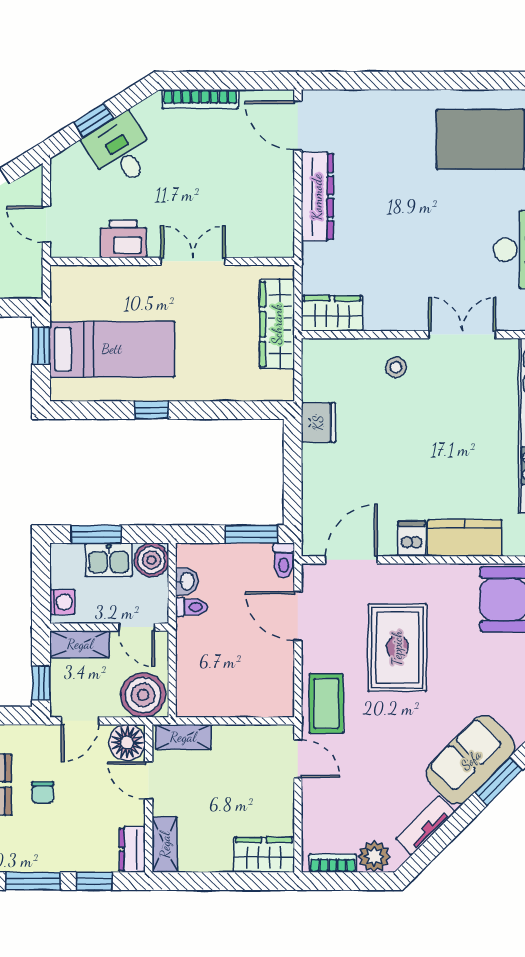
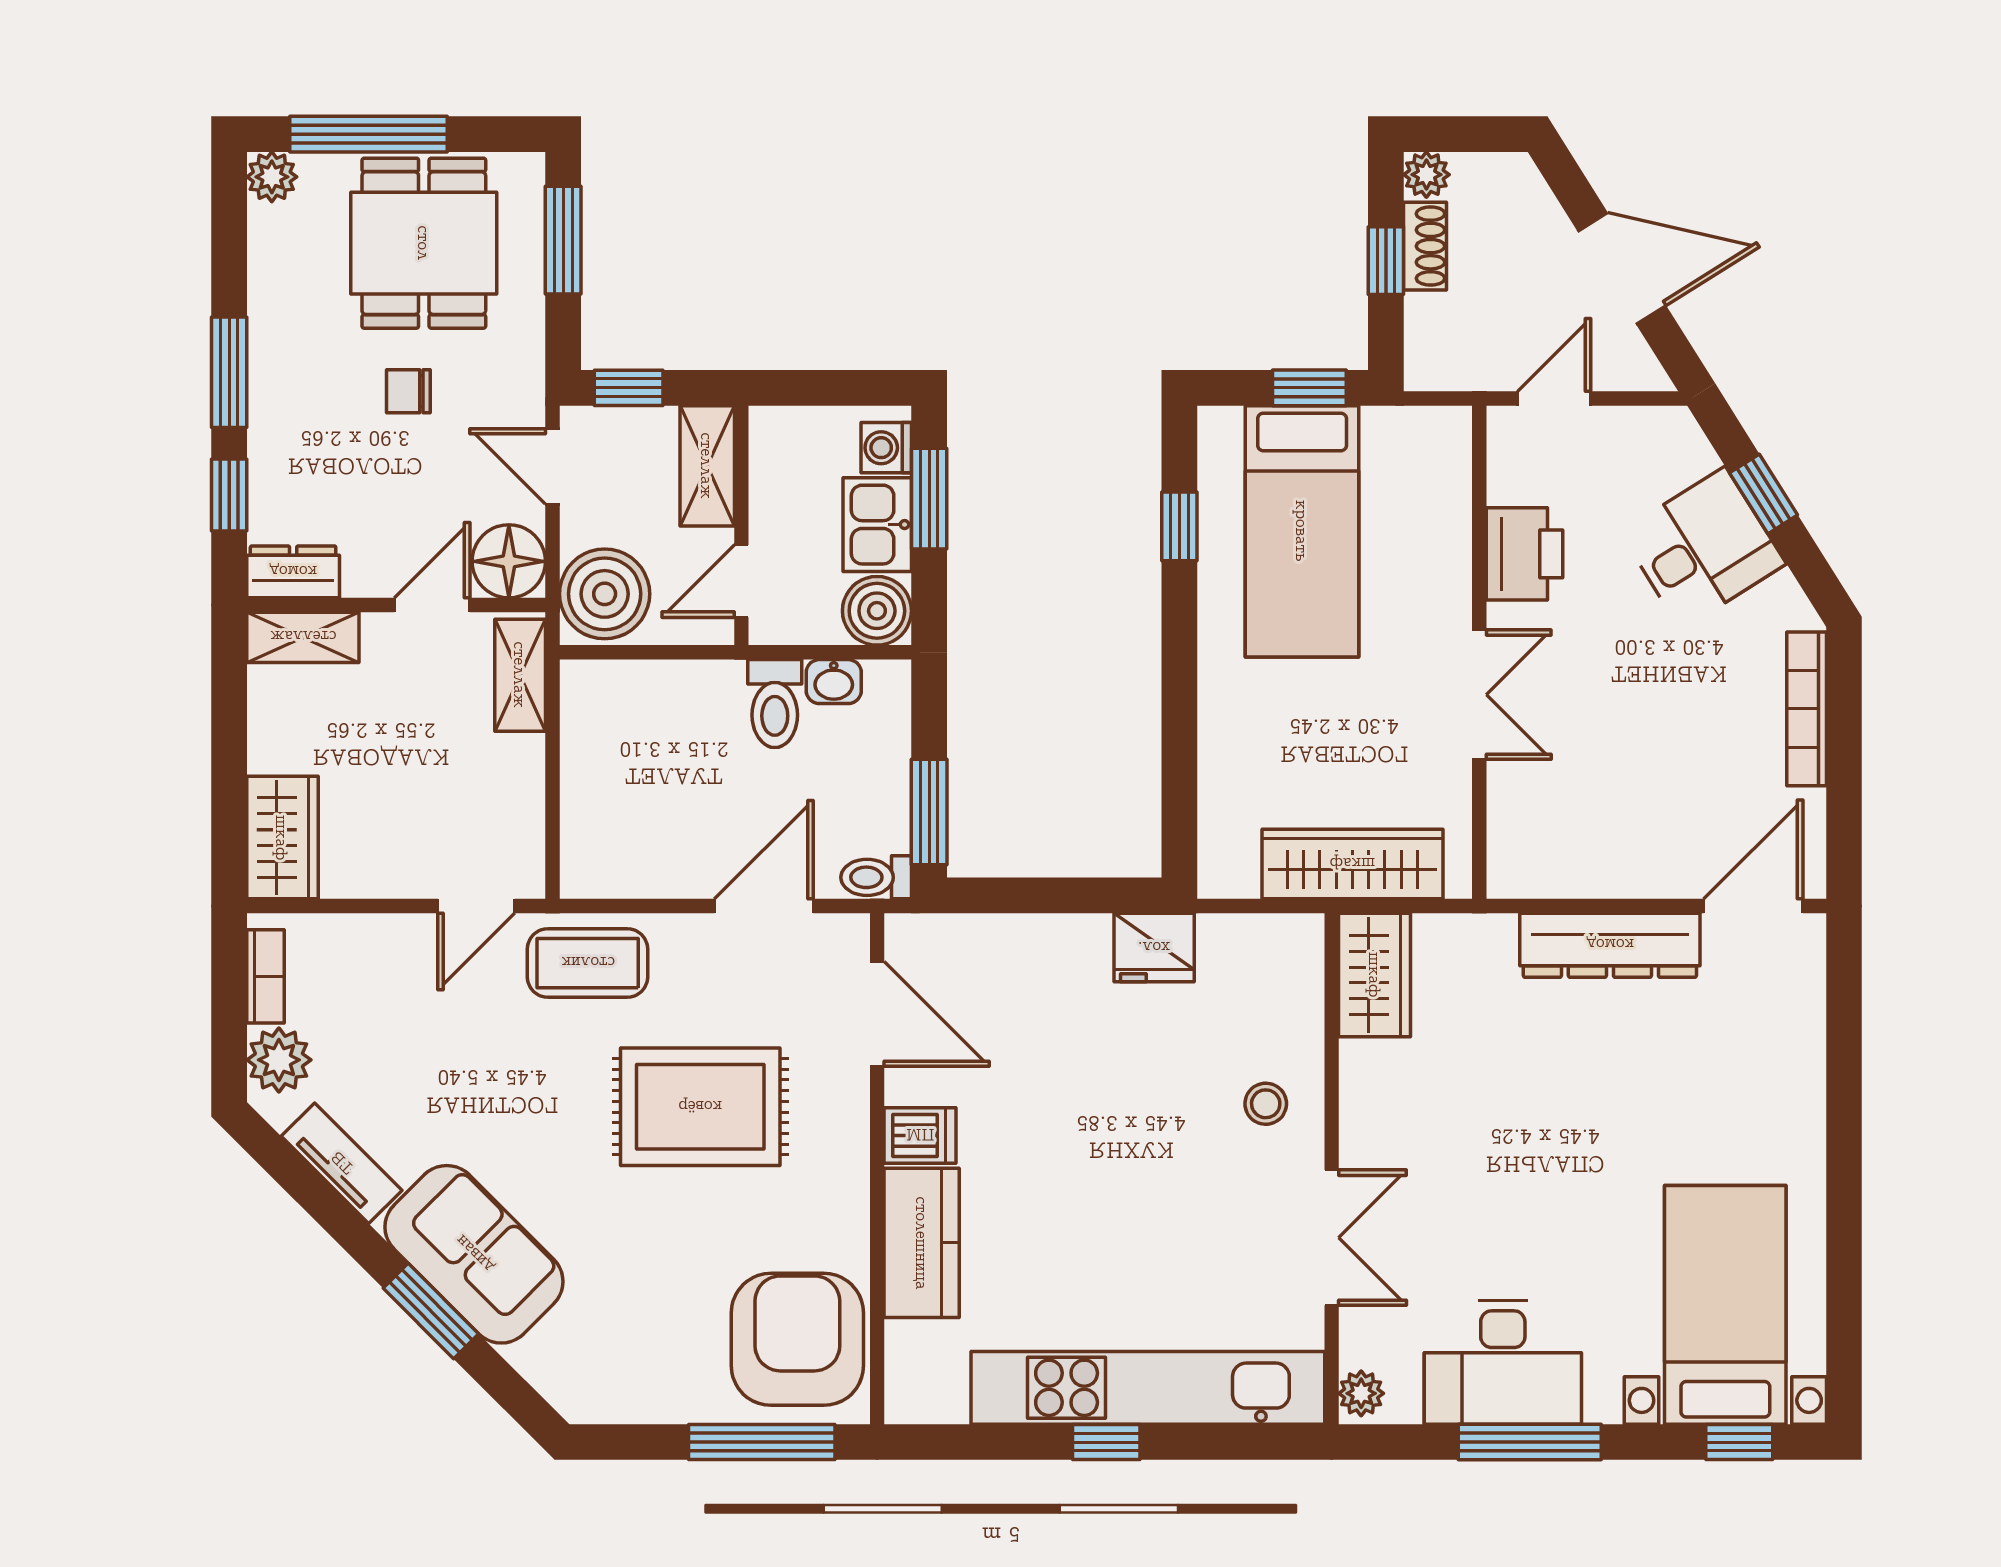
window: (152, 410) -> (1179, 526), moved
washing machine: (62, 602) -> (886, 448), moved, turned 90
toilet: (191, 607) -> (775, 704), width x1.37, depth x1.39

